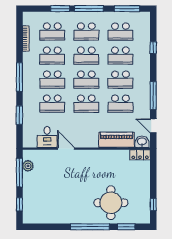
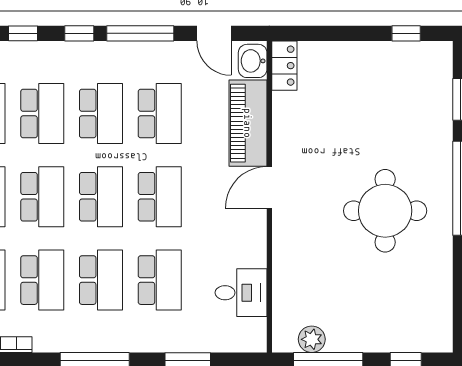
window: (153, 71) -> (79, 33), added
door: (153, 126) -> (214, 33), hinge flipped
door: (66, 149) -> (269, 187), moved
round table: (111, 203) -> (385, 211), moved

